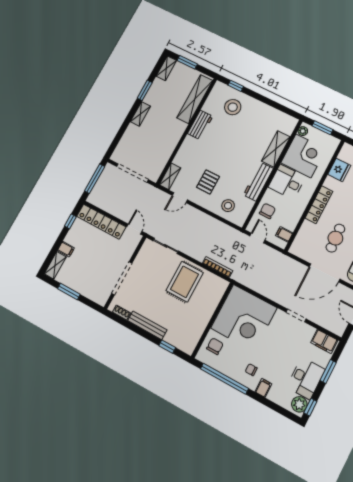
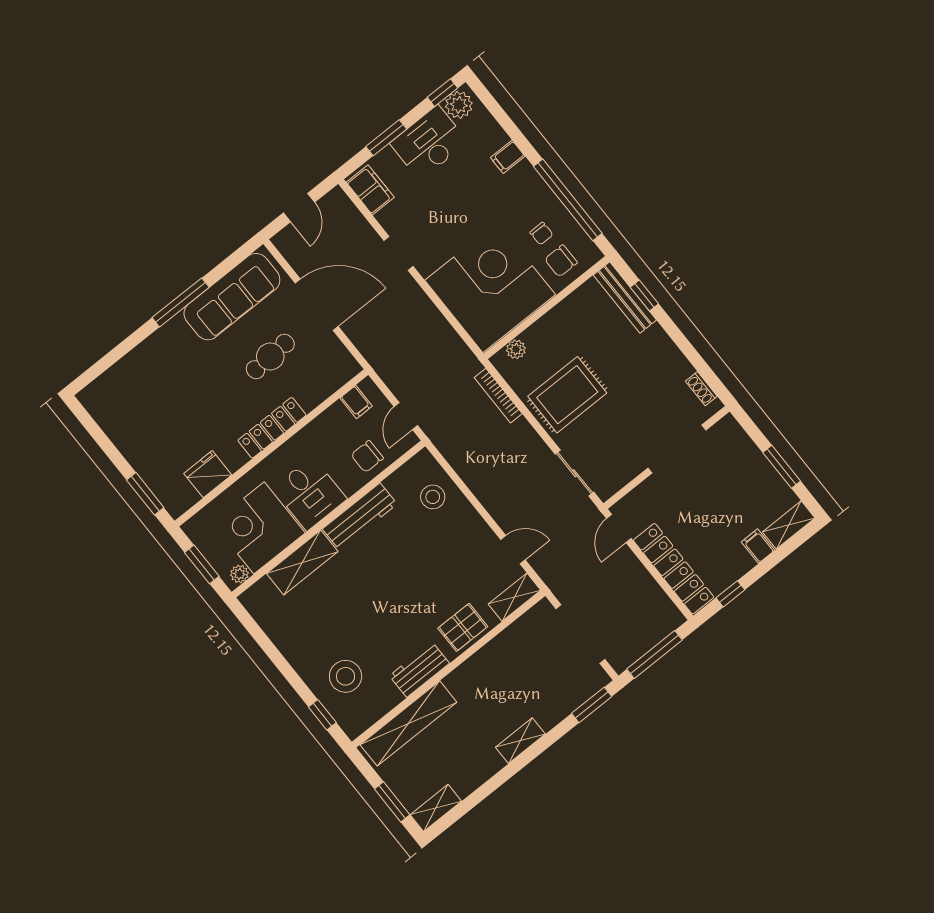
window: (145, 90) -> (592, 705), moved
pallet: (208, 182) -> (463, 627), moved
plant: (219, 293) -> (516, 349), added
bench: (147, 325) -> (625, 298), moved
chair: (251, 370) -> (541, 234), moved

